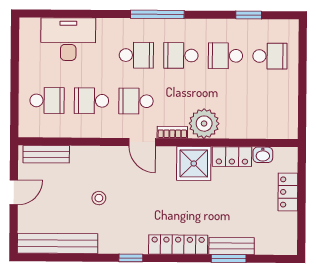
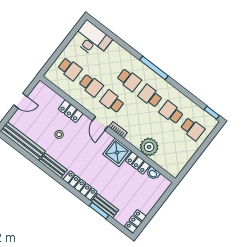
window: (249, 15) -> (212, 113), moved
desk: (68, 39) -> (92, 39), moved
school desk: (92, 101) -> (91, 85), turned 180
plant: (204, 124) -> (149, 147), moved
bench: (46, 154) -> (53, 165), moved
locker: (91, 156) -> (71, 111), added
locker: (288, 192) -> (135, 221), moved
window: (131, 258) -> (53, 175), removed

